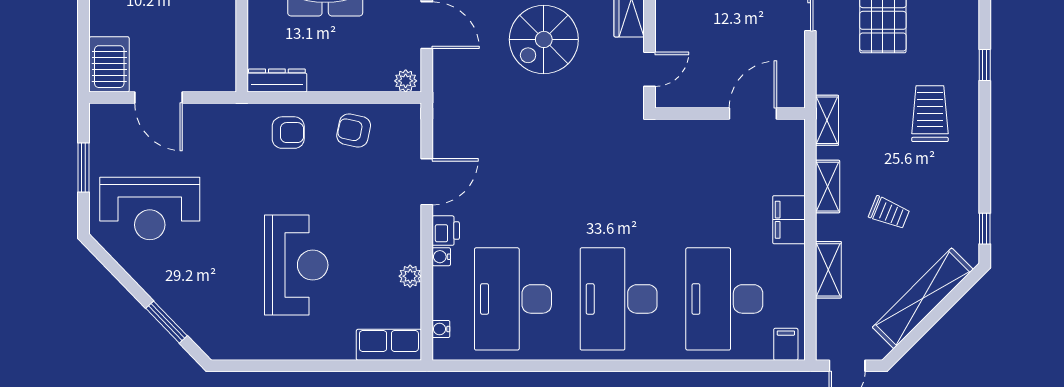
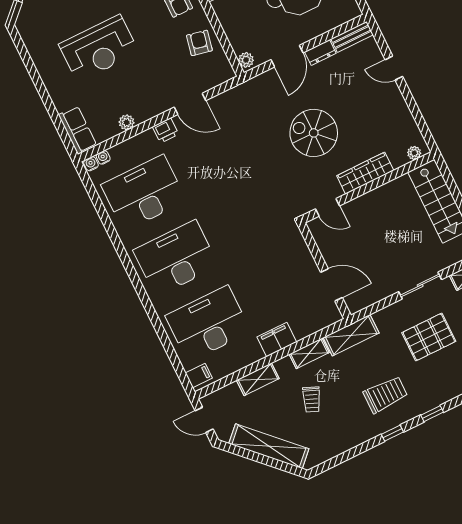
shelving: (827, 120) -> (351, 335), width x1.50, depth x1.33
window: (985, 229) -> (392, 433), moved
water cooler: (441, 257) -> (91, 164), moved

